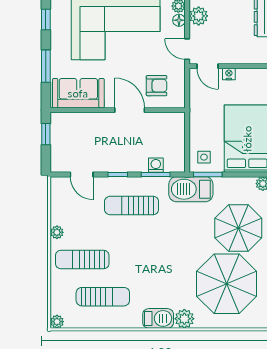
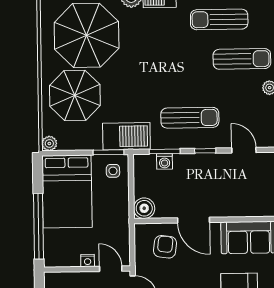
armchair: (157, 86) -> (165, 247), turned 97
boiler: (175, 122) -> (144, 208), added

